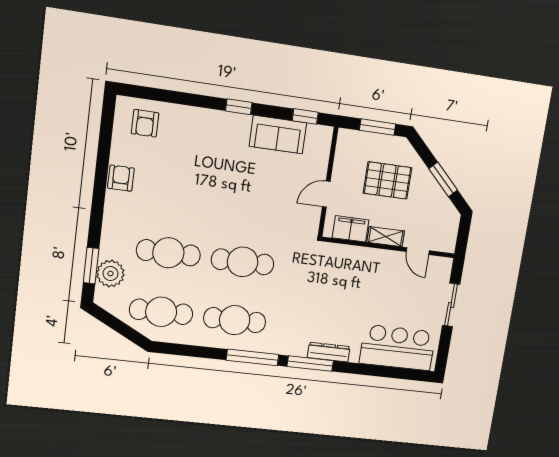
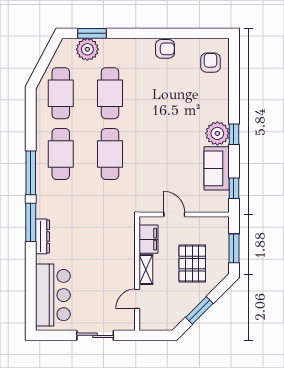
armchair: (145, 123) -> (210, 63), turned 90
plant: (235, 127) -> (217, 133), added

